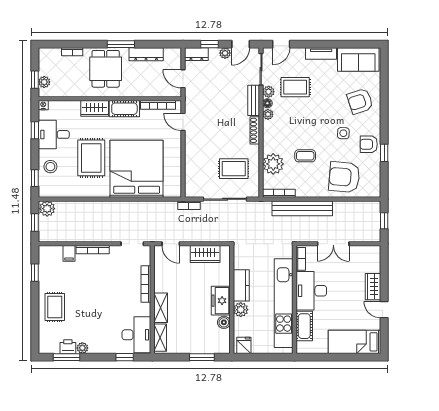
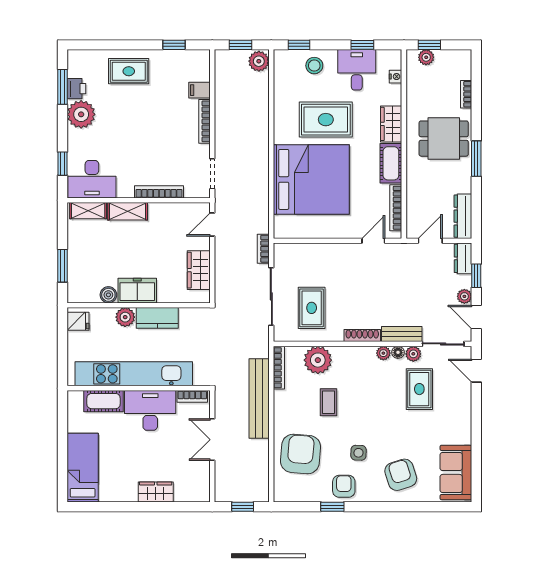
tv unit: (321, 53) -> (464, 423), removed
dresser: (146, 54) -> (463, 216), moved
nightstand: (43, 105) -> (396, 77), moved
door: (384, 310) -> (125, 507), removed
plant: (82, 348) -> (81, 114), width x1.88, depth x1.88

